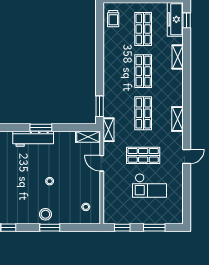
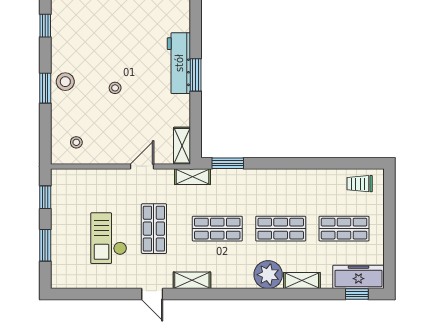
plant: (174, 79) -> (268, 275), added
shelving: (178, 119) -> (192, 280), moved

